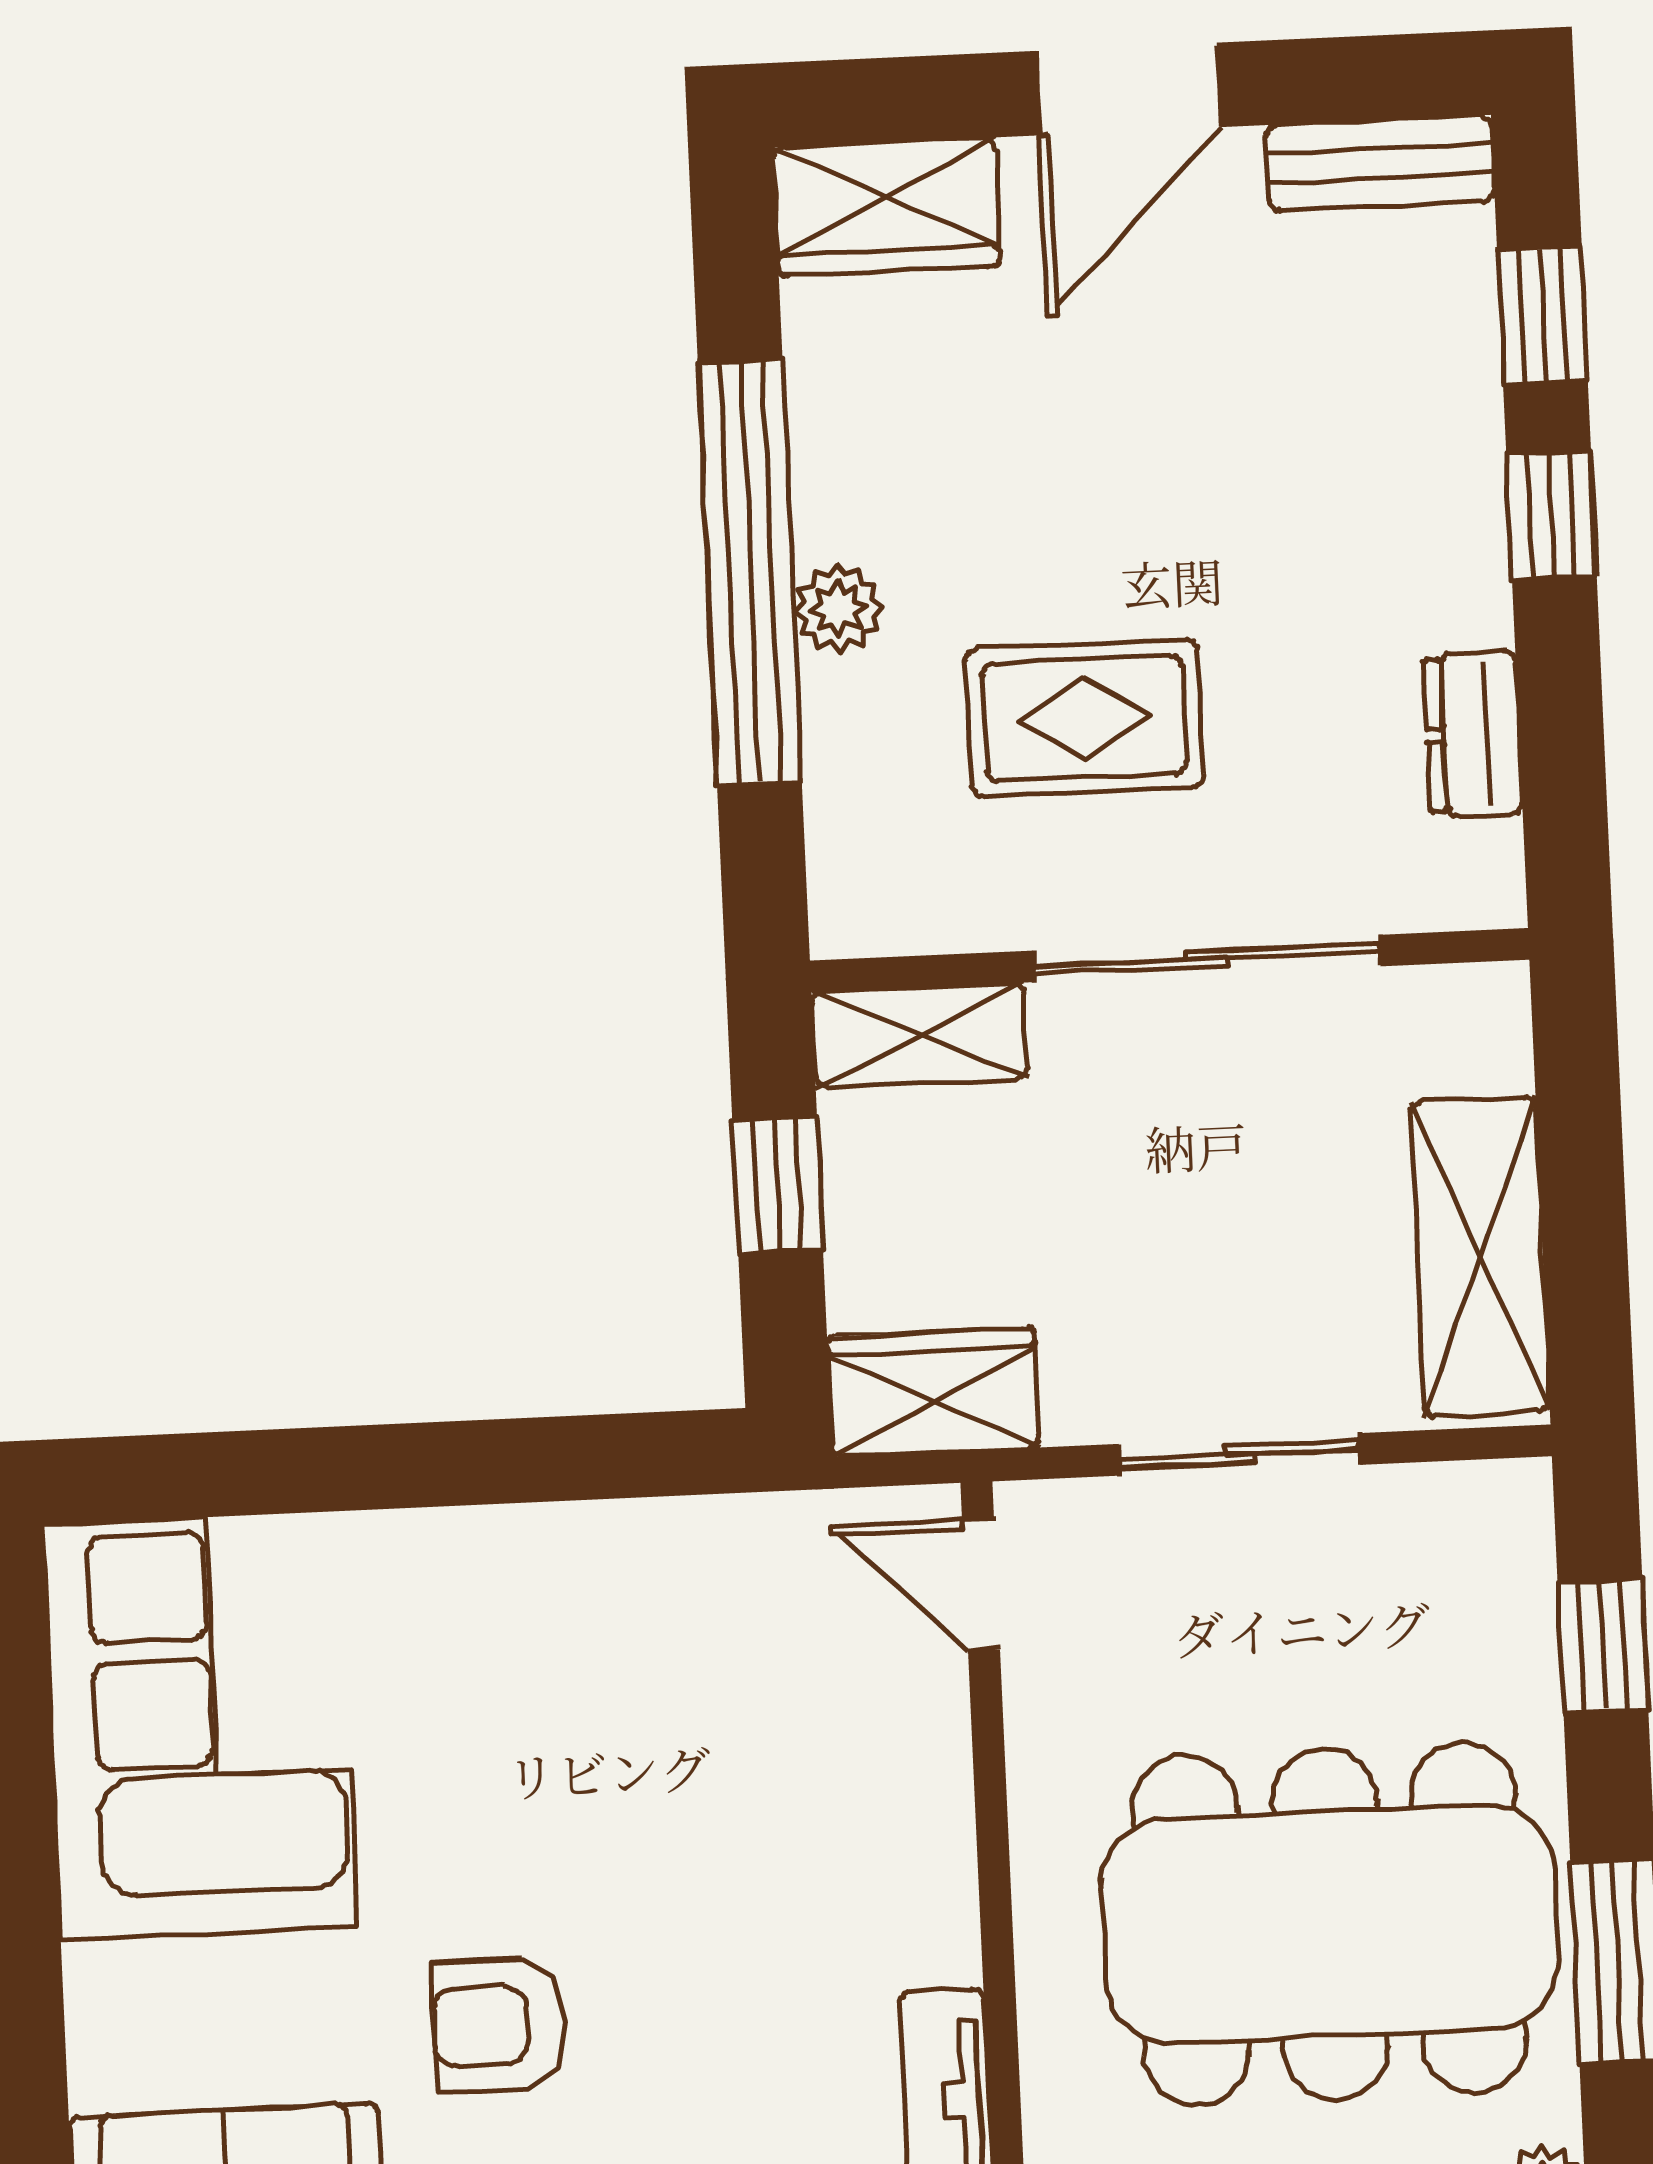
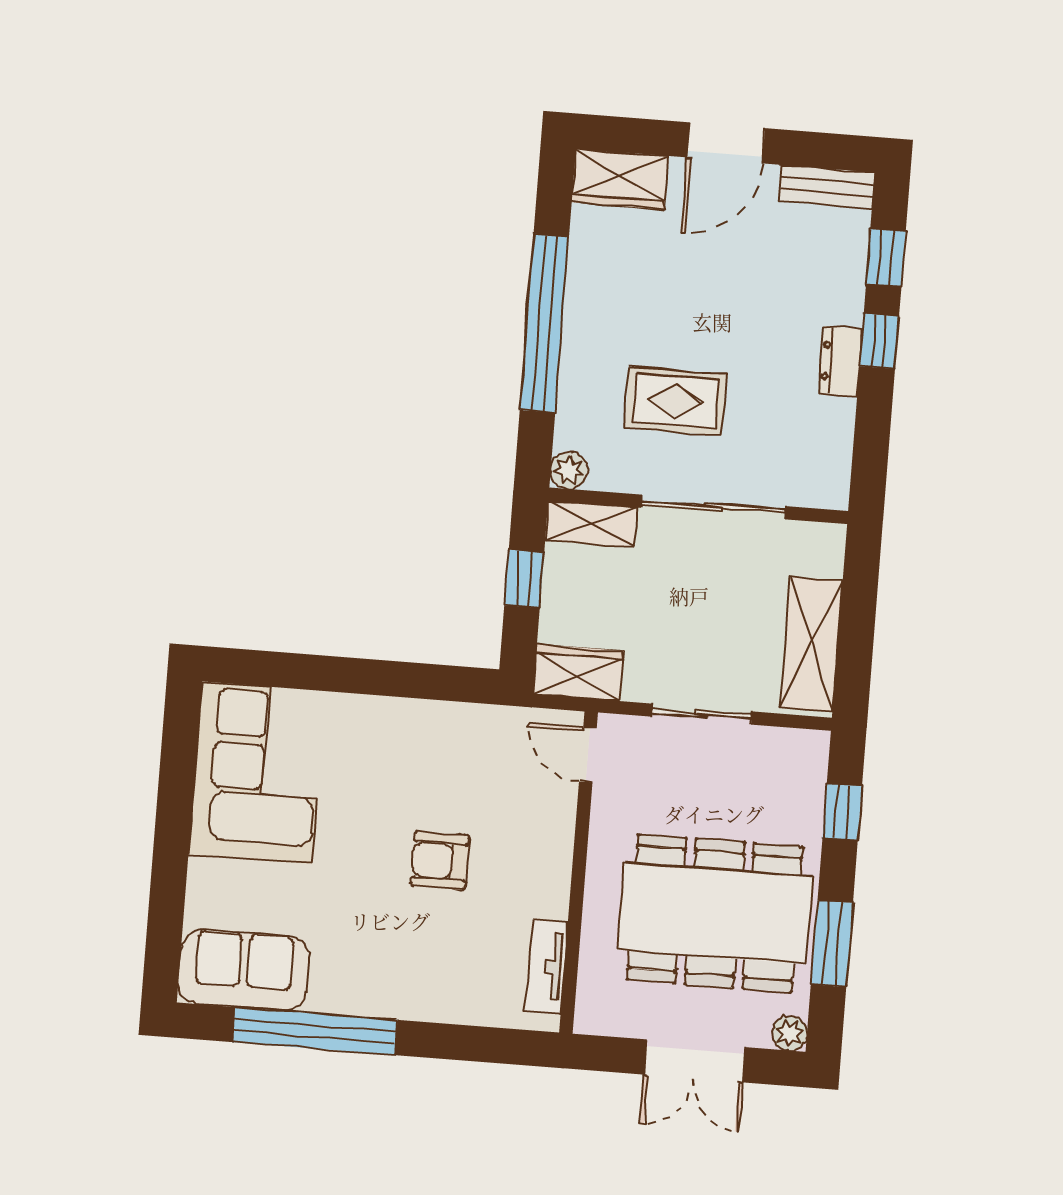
plant: (838, 609) -> (569, 470), moved
dresser: (1473, 734) -> (841, 362), moved
armchair: (499, 2025) -> (440, 861), moved

